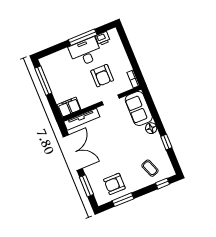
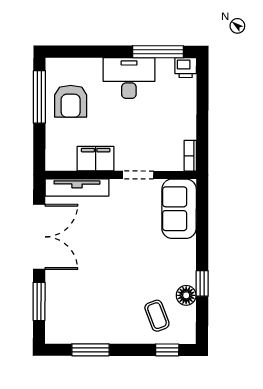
window: (83, 37) -> (158, 52), moved
printer: (103, 39) -> (186, 68), moved
armchair: (102, 76) -> (71, 101), moved
filing cabinet: (69, 107) -> (96, 159), moved
floor lamp: (151, 128) -> (186, 295), moved
armchair: (114, 184) -> (87, 318), removed

